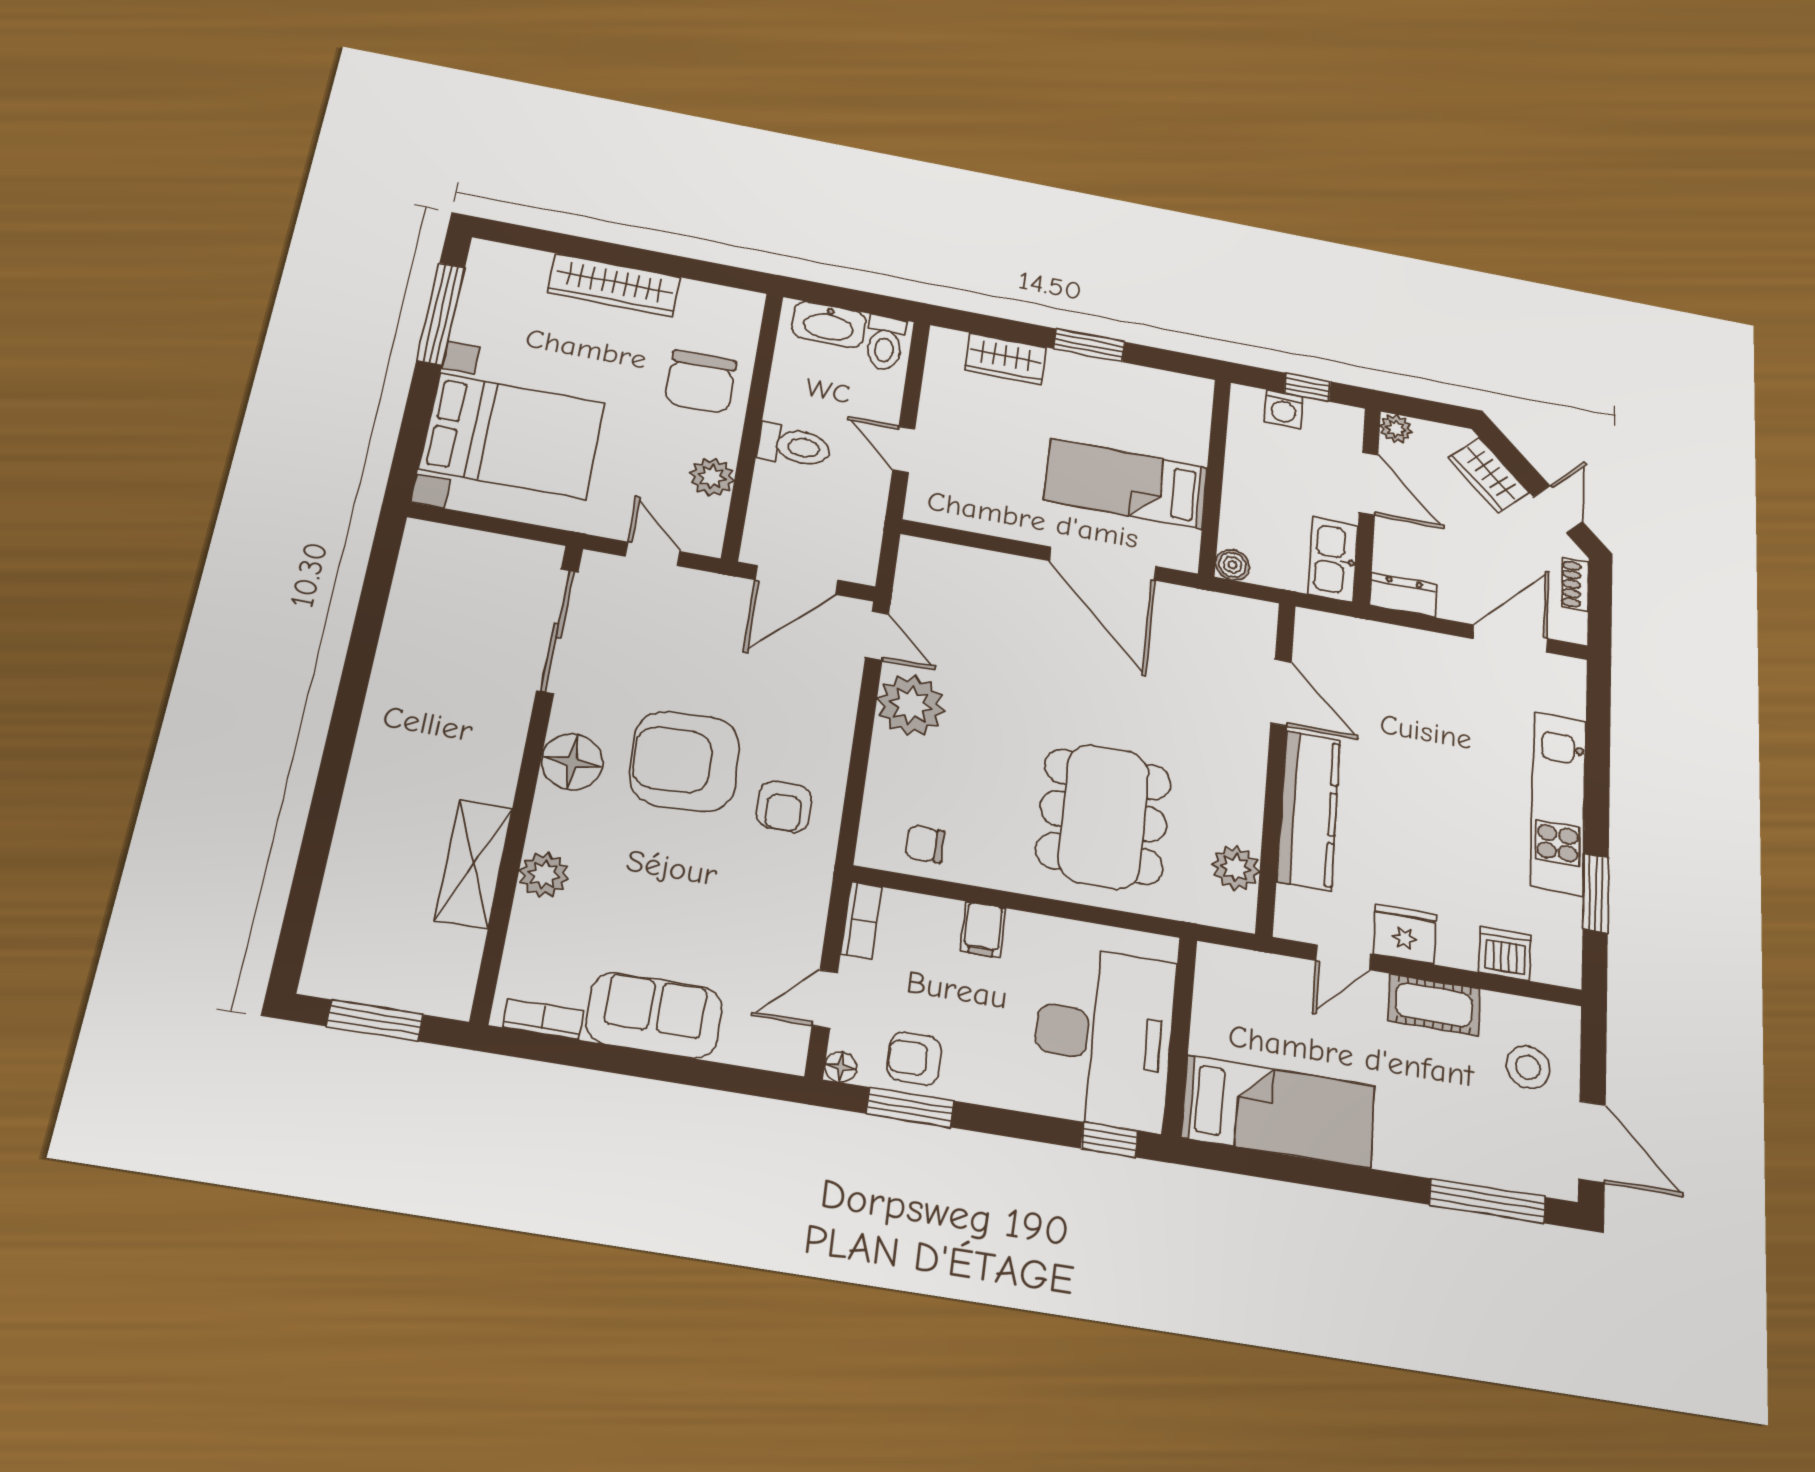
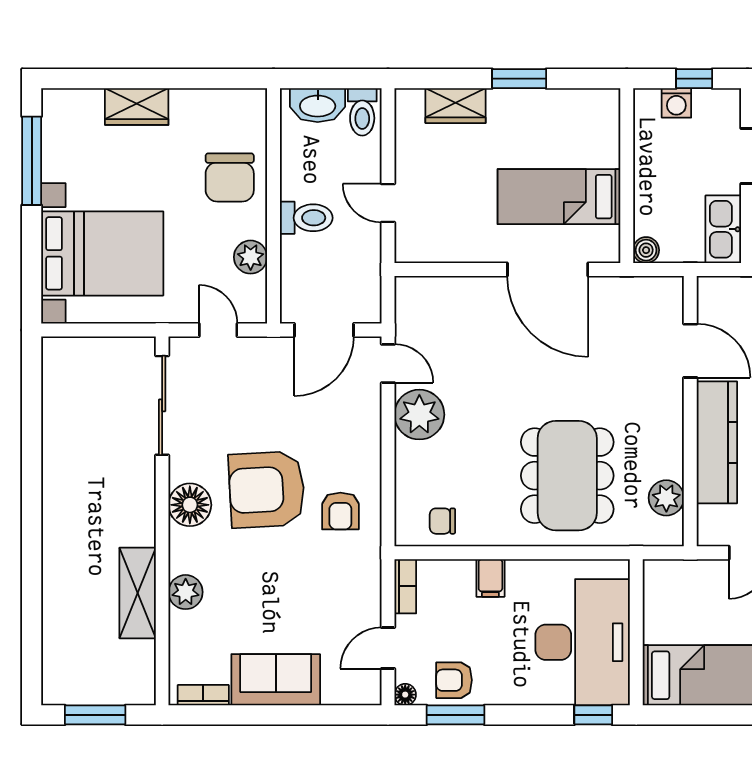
wardrobe: (614, 285) -> (137, 107), width x0.67

